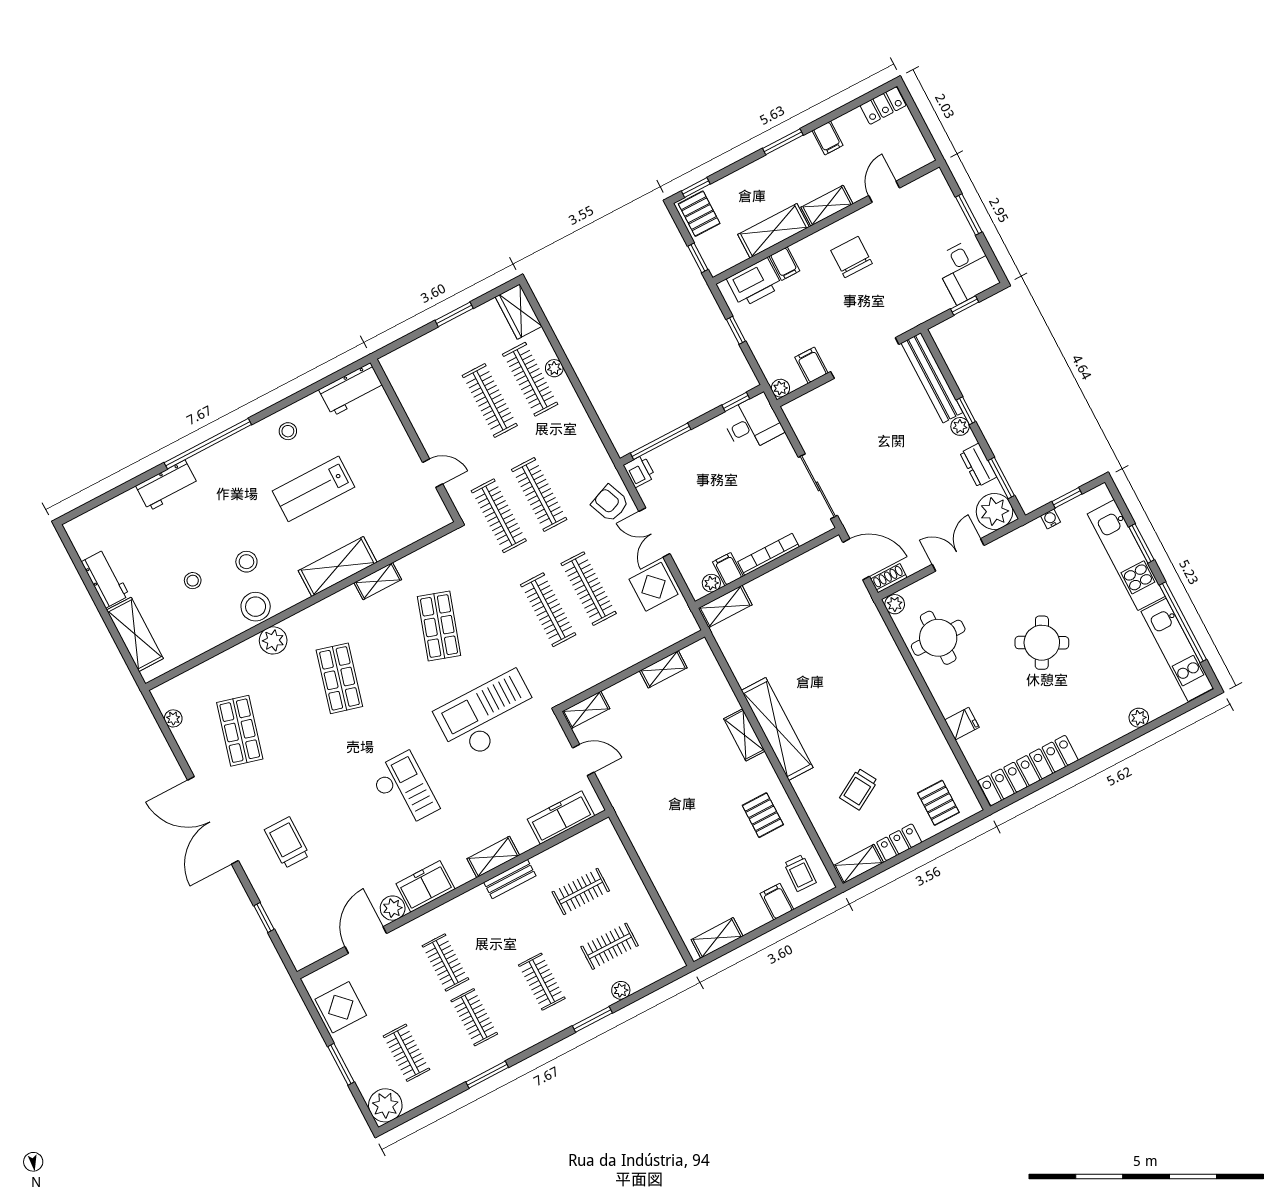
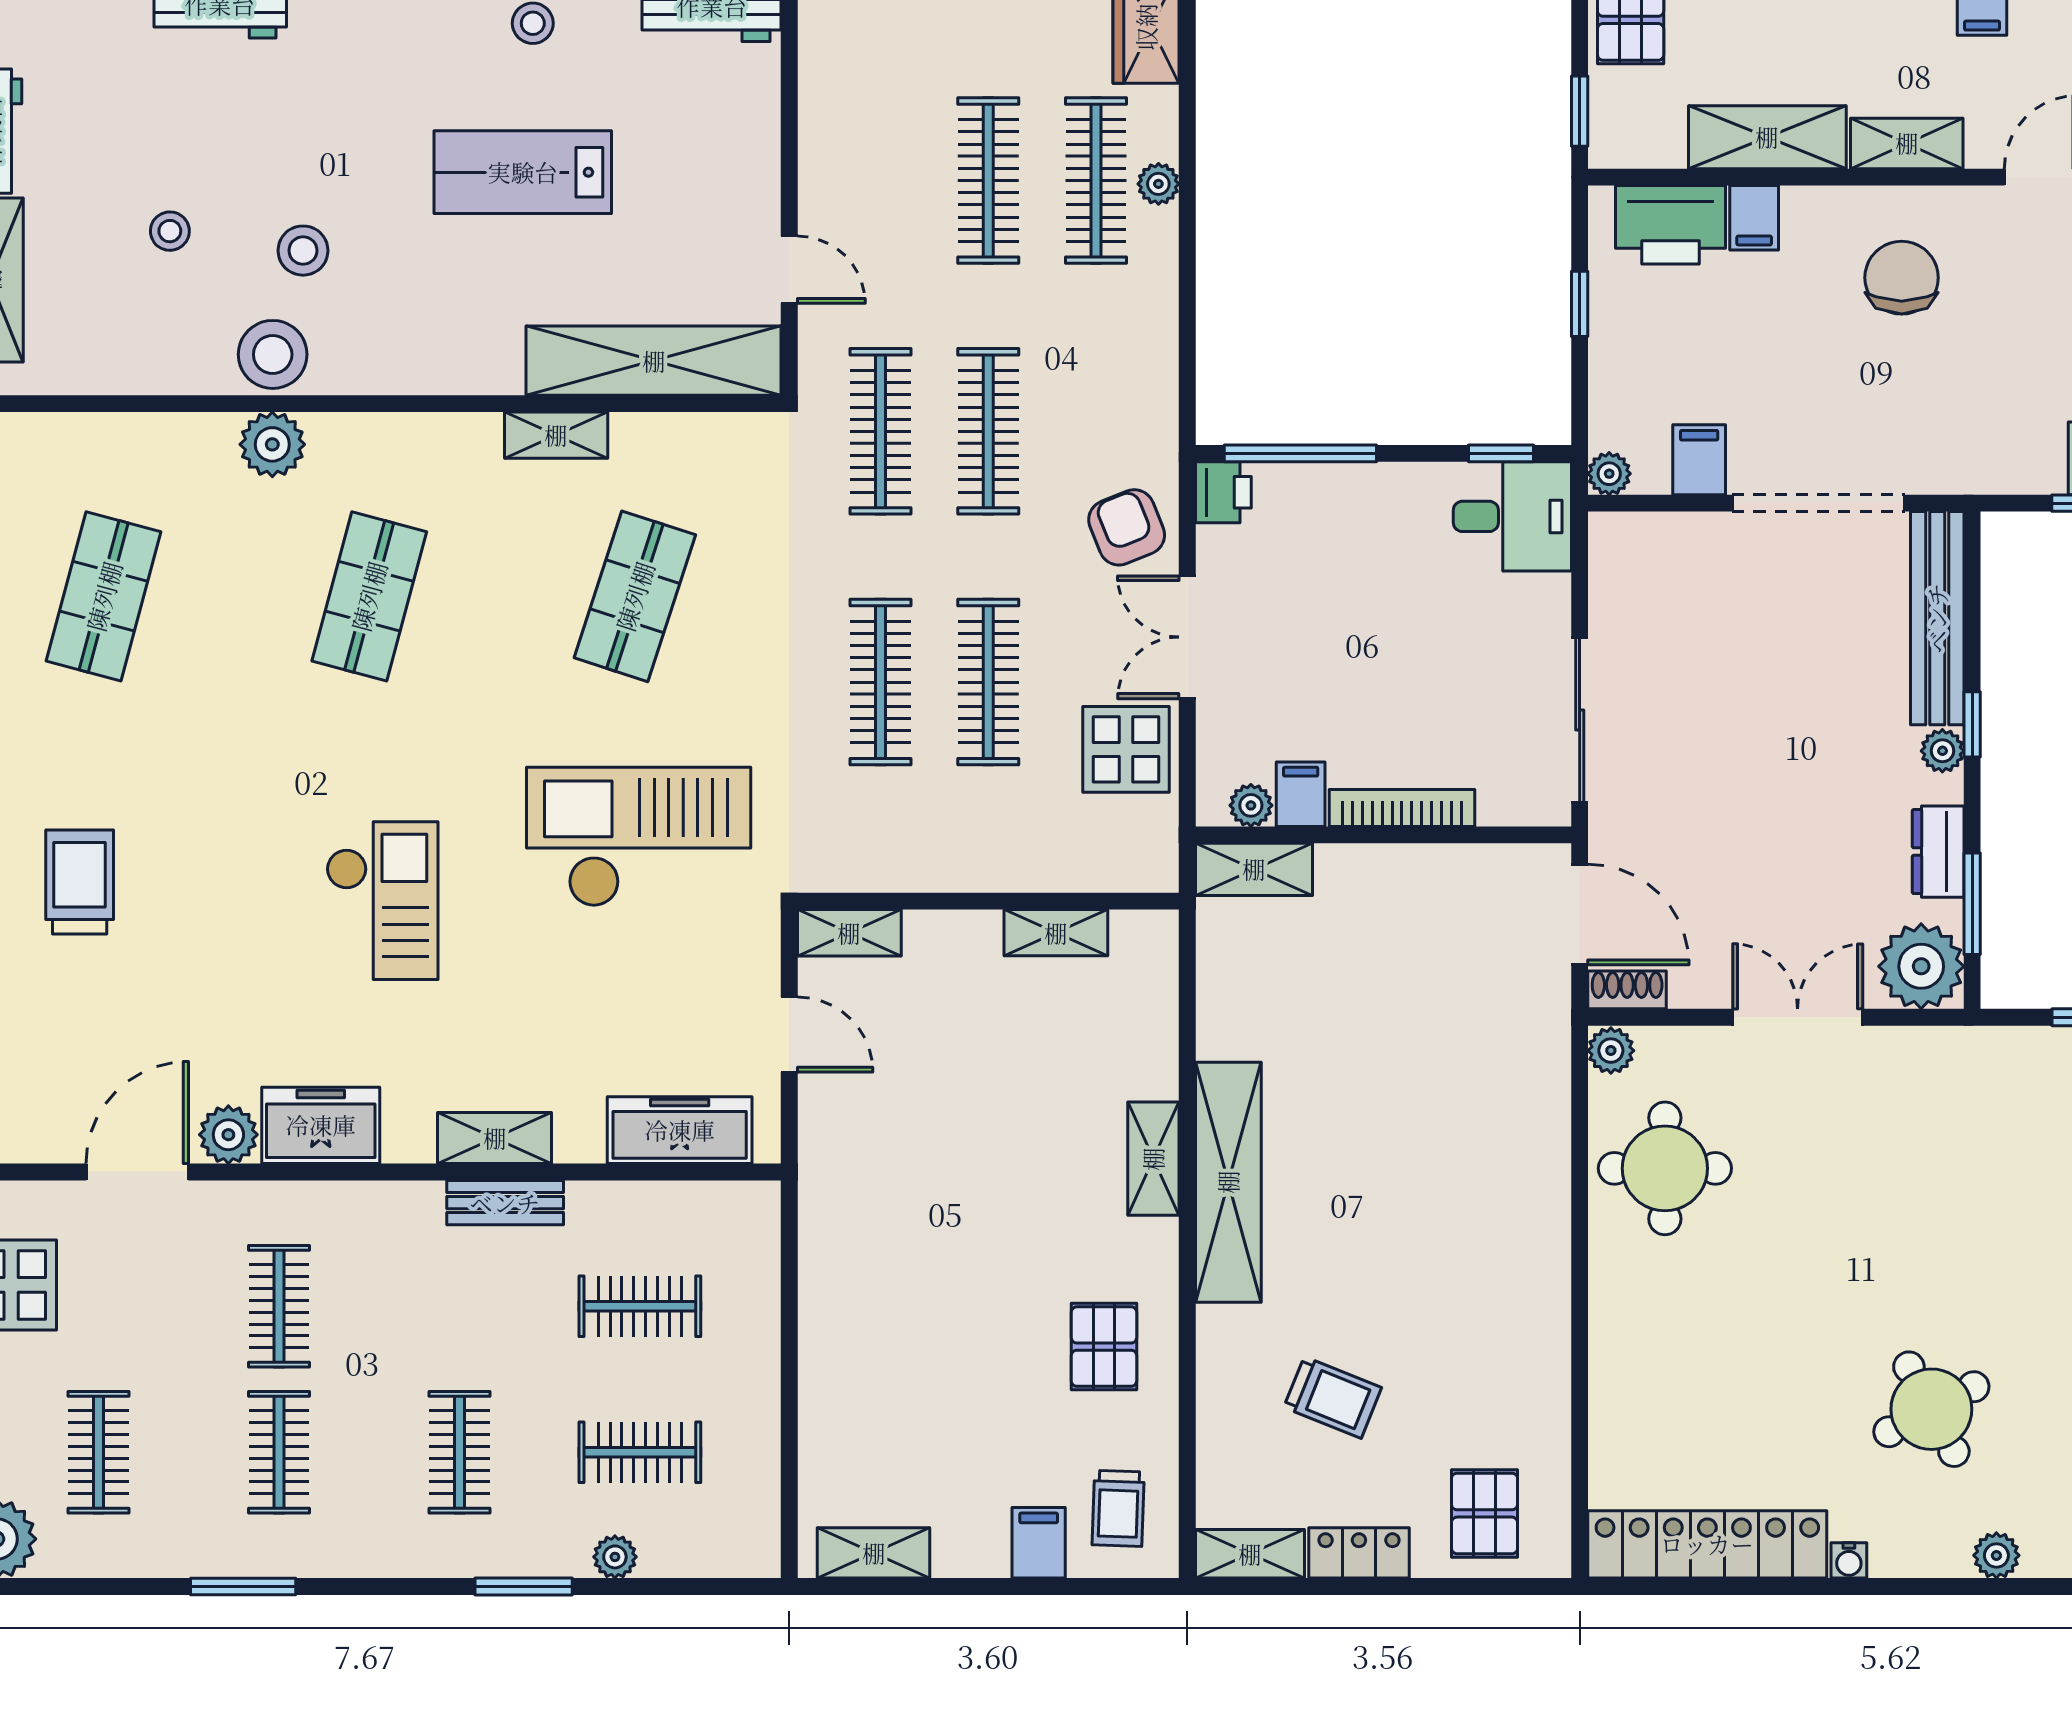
water cooler: (1051, 519) -> (1849, 1560), moved, turned 180
shelving: (338, 567) -> (654, 361), moved, width x1.47
round table: (1042, 643) -> (1931, 1409), moved, turned 34
fridge: (962, 724) -> (1620, 1374), removed
trolley: (859, 789) -> (1333, 1397), turned -128

